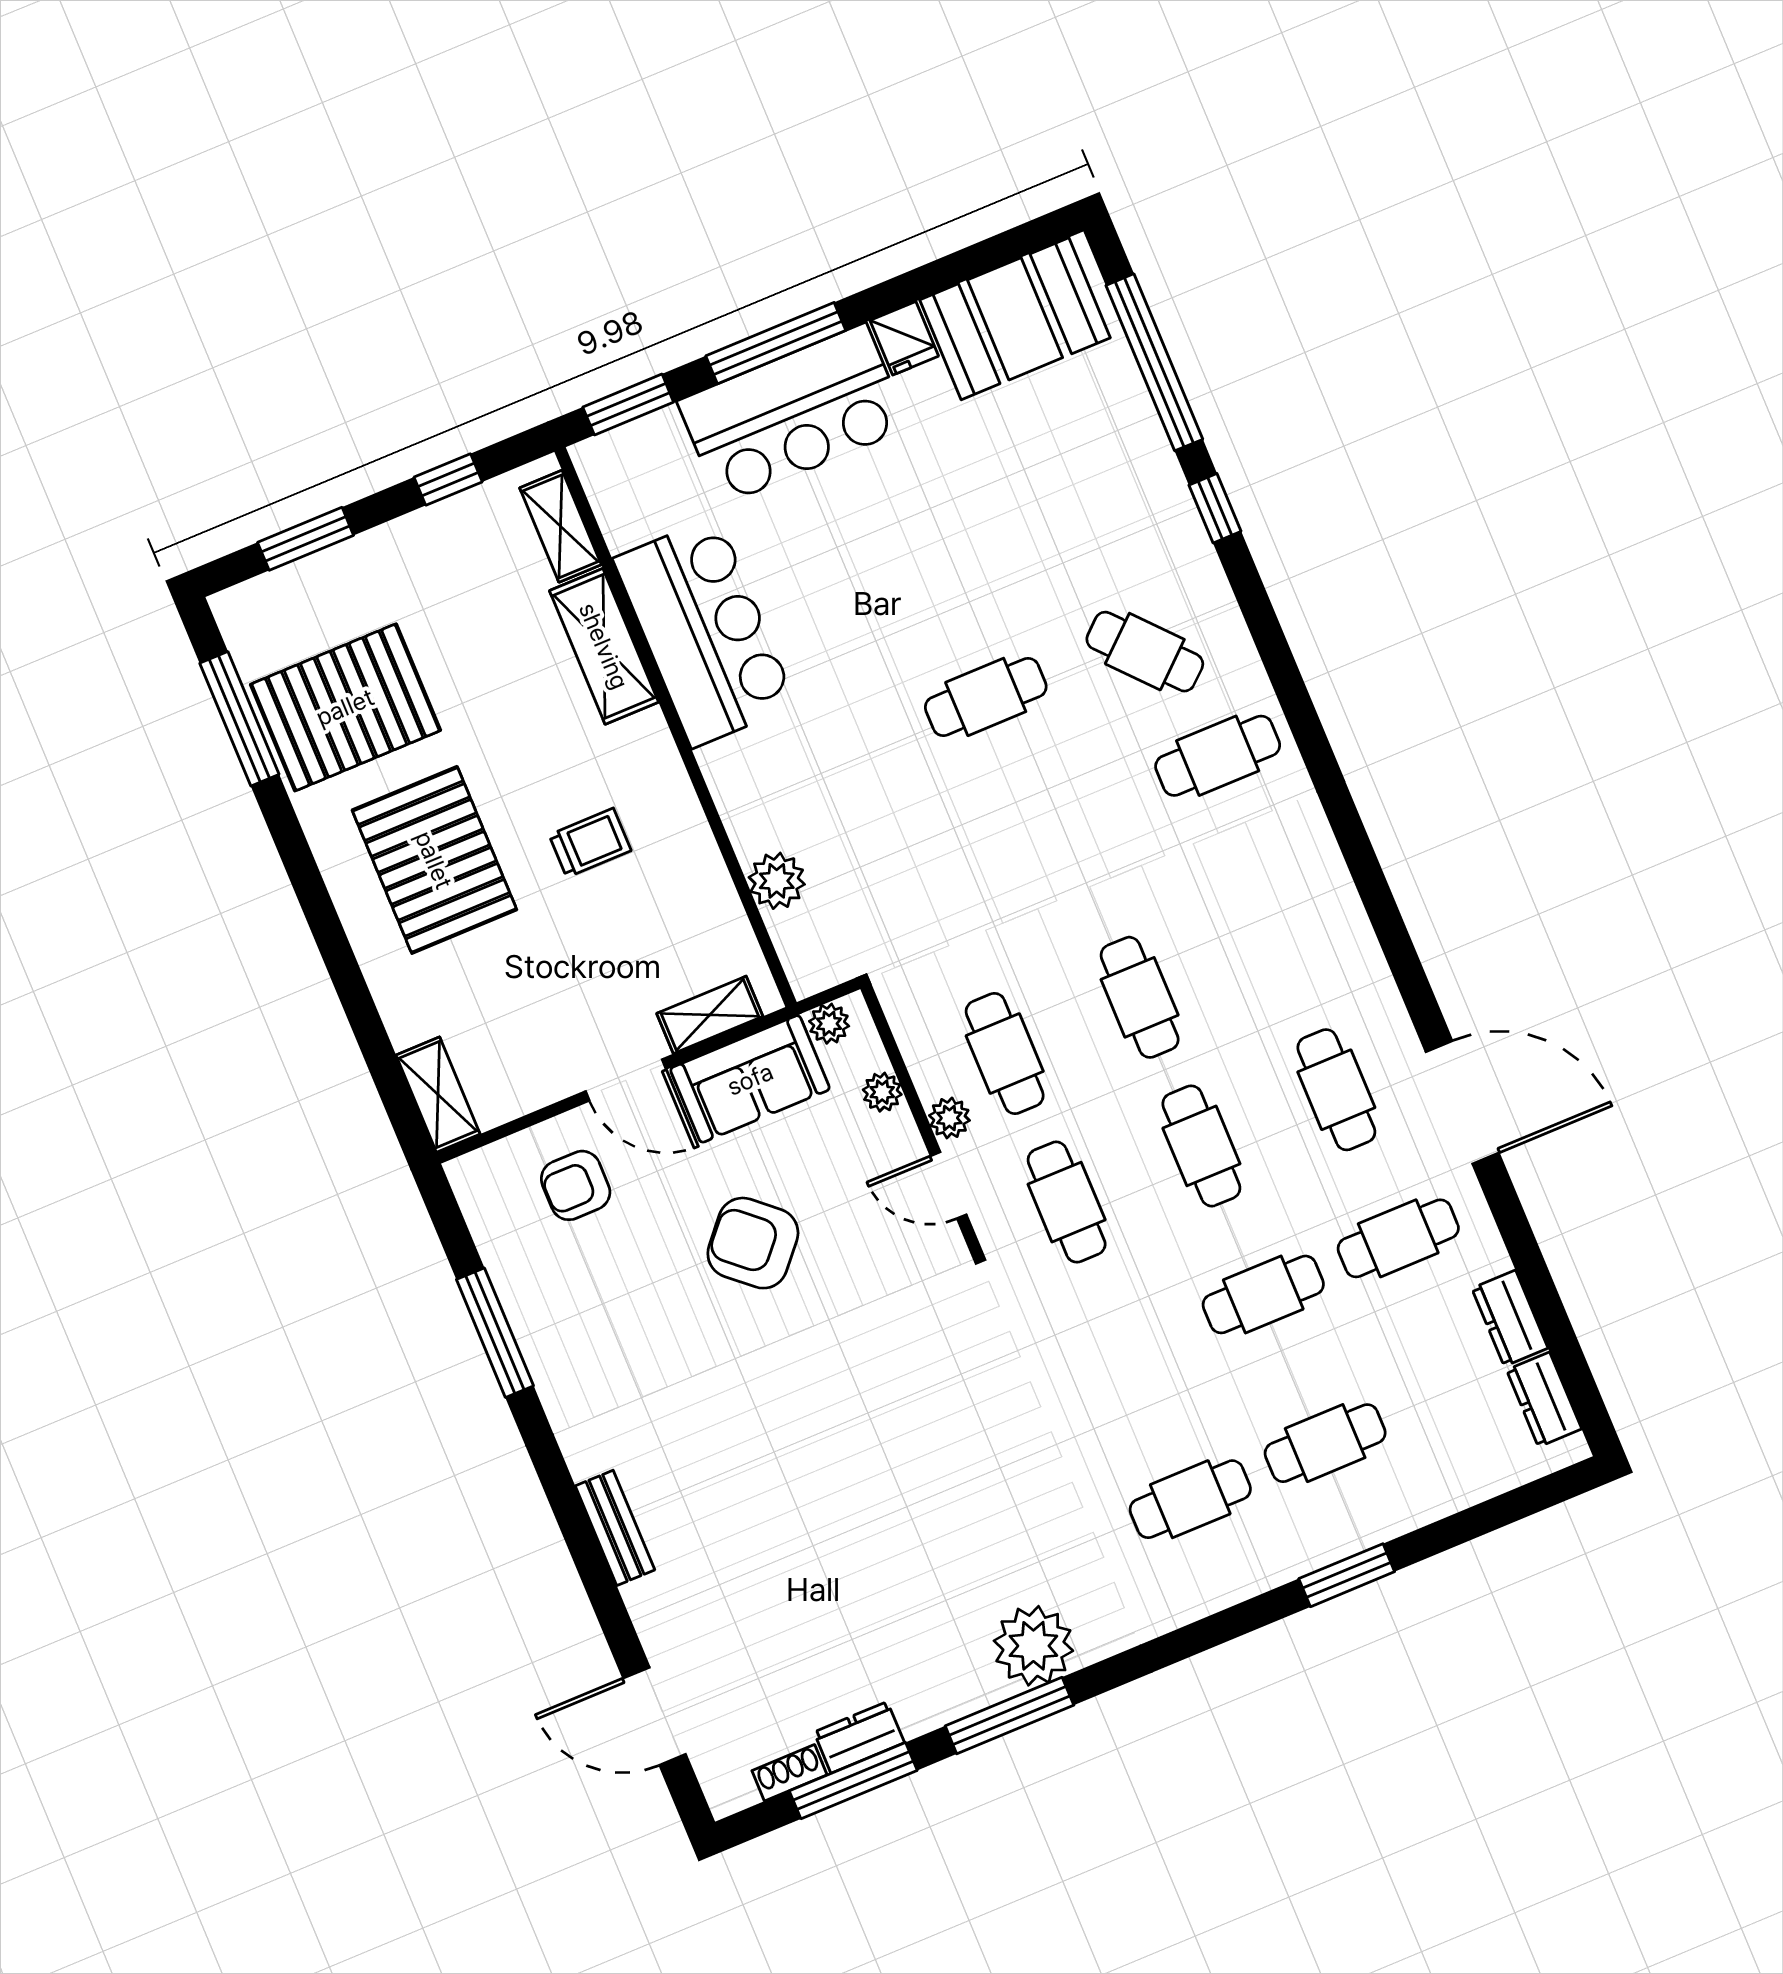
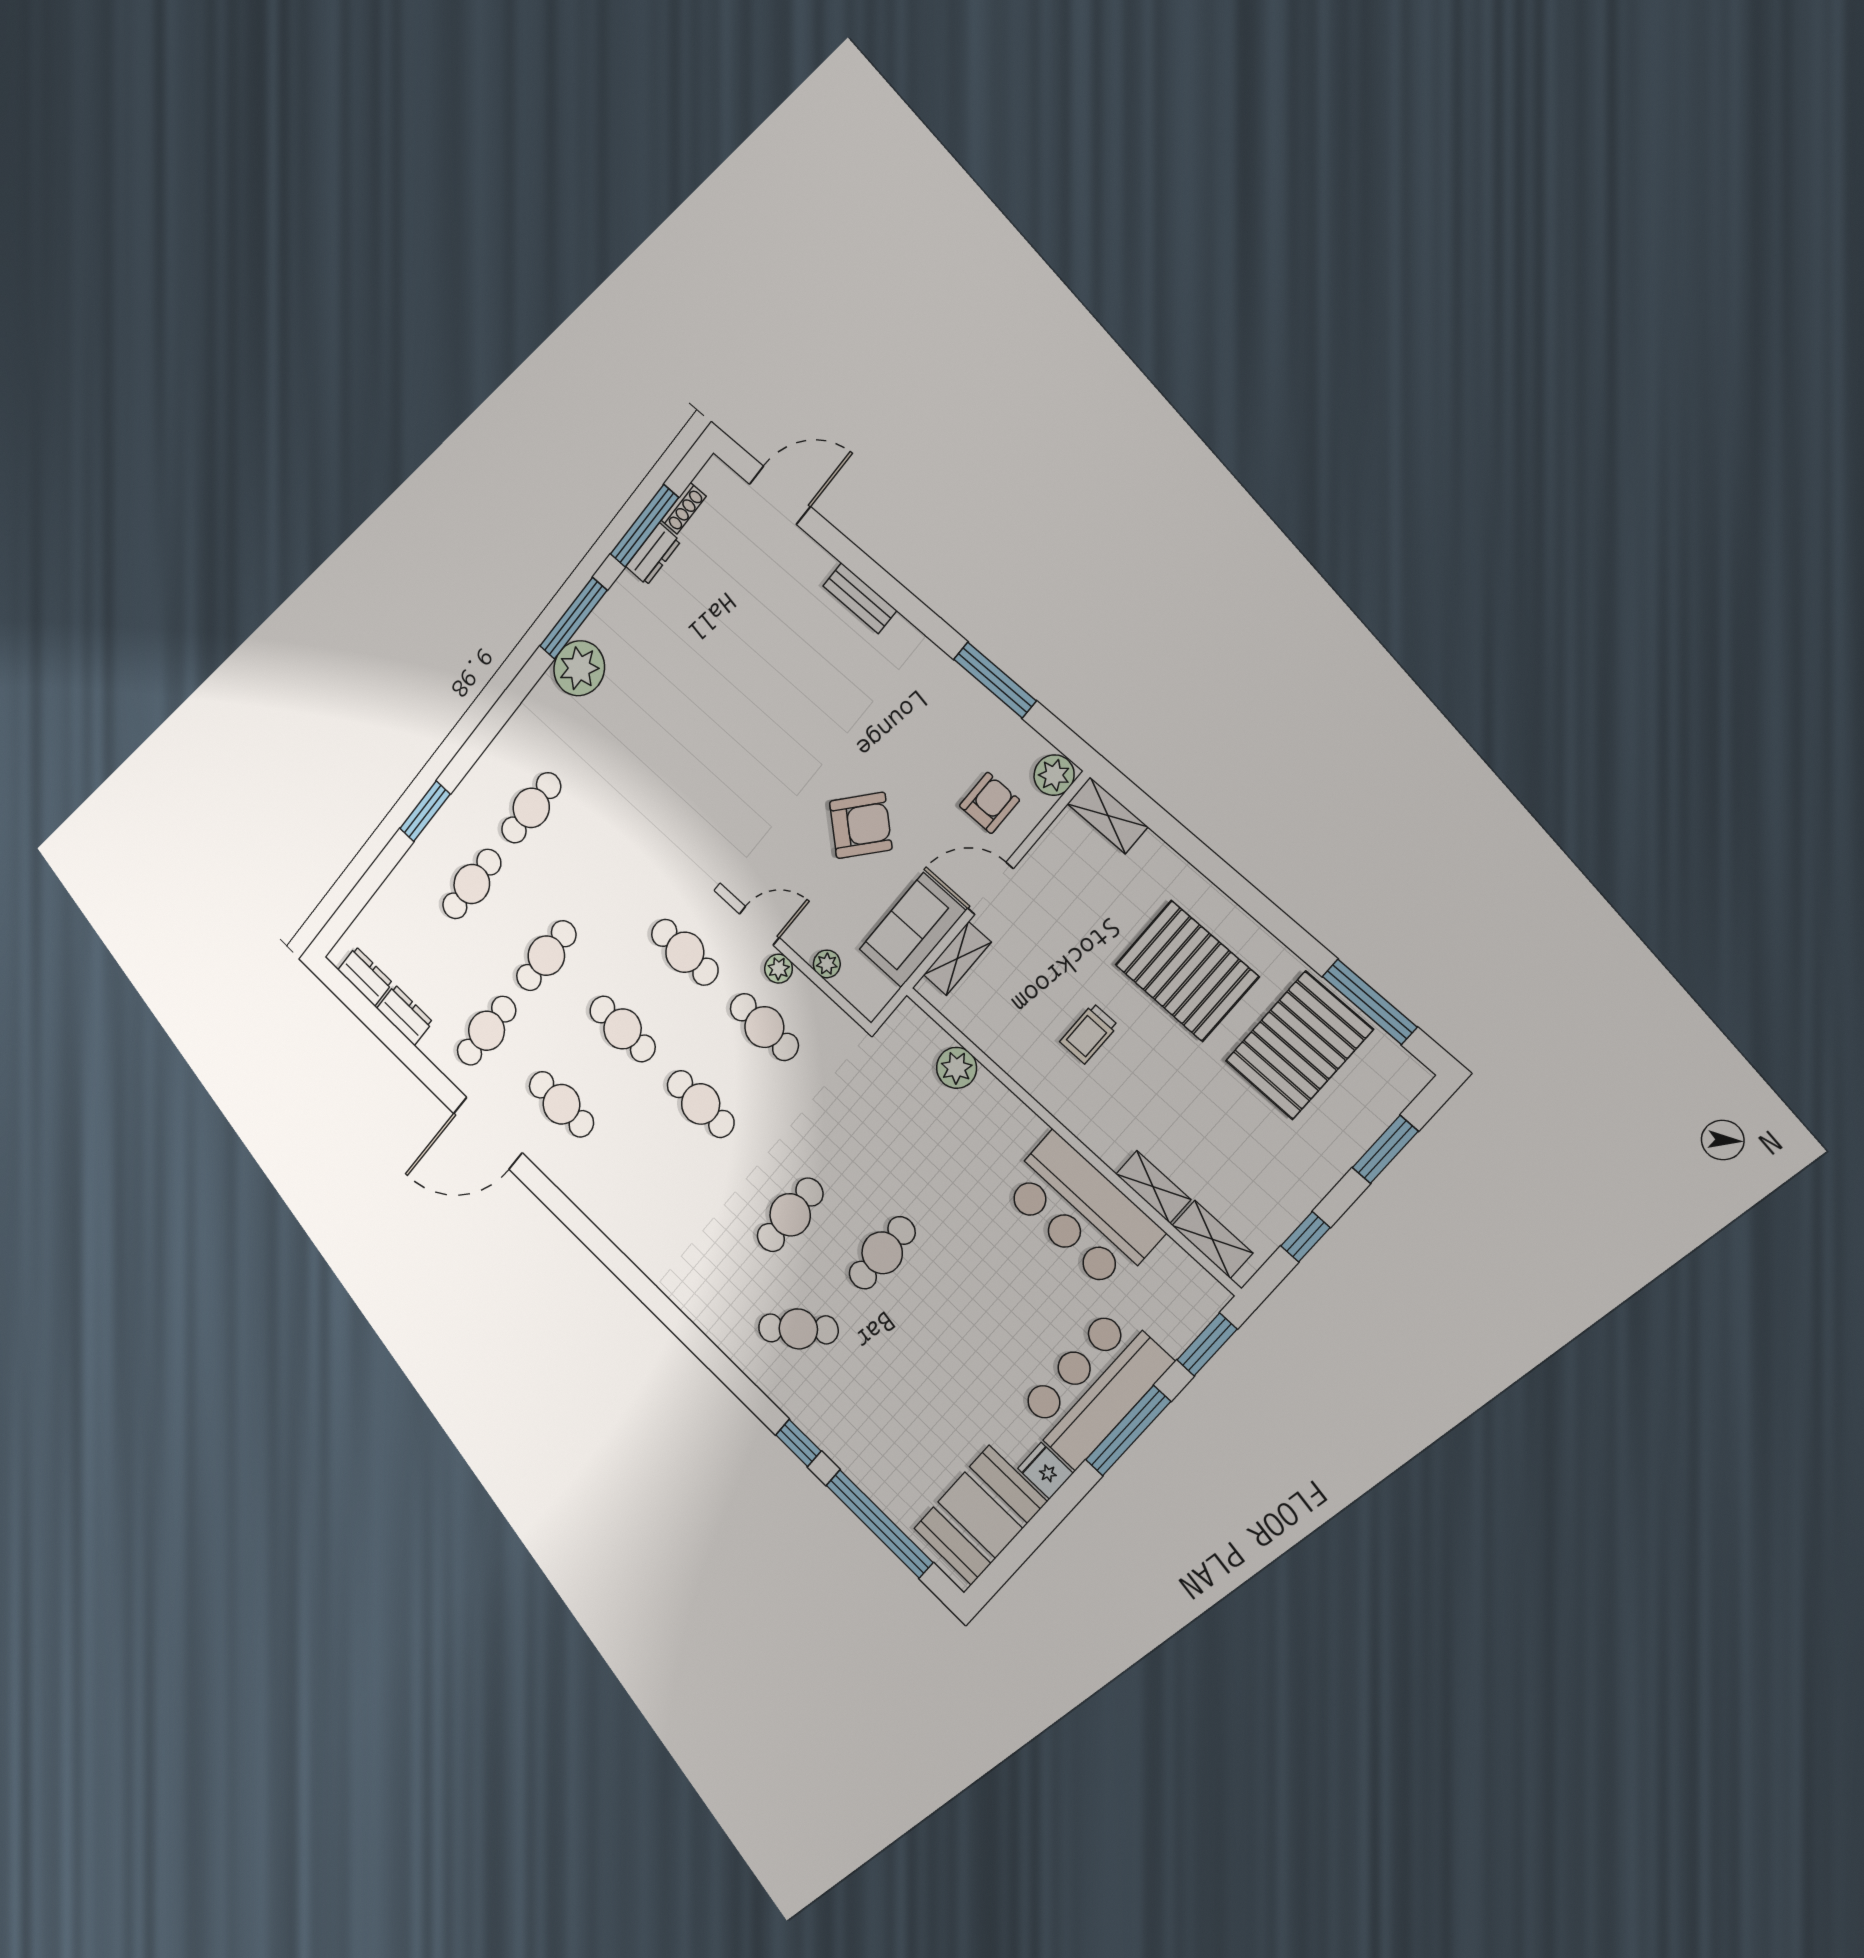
shelving: (604, 646) -> (1153, 1187), width x0.67, depth x0.75
cafe table: (1218, 756) -> (790, 1215), moved
plant: (829, 1024) -> (1054, 775), moved, width x1.38, depth x1.38

